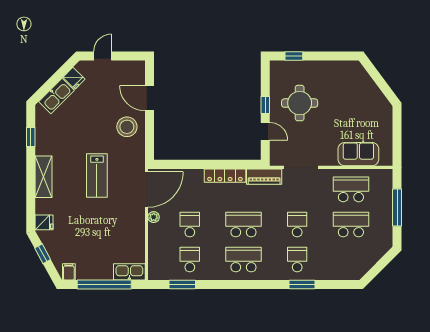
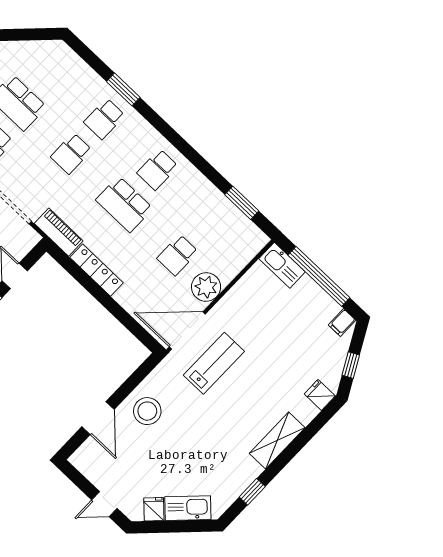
lab bench: (97, 176) -> (214, 363), moved
plant: (154, 217) -> (206, 287), width x1.88, depth x1.88
school desk: (190, 259) -> (211, 220), removed
school desk: (243, 259) -> (157, 170), width x0.54

